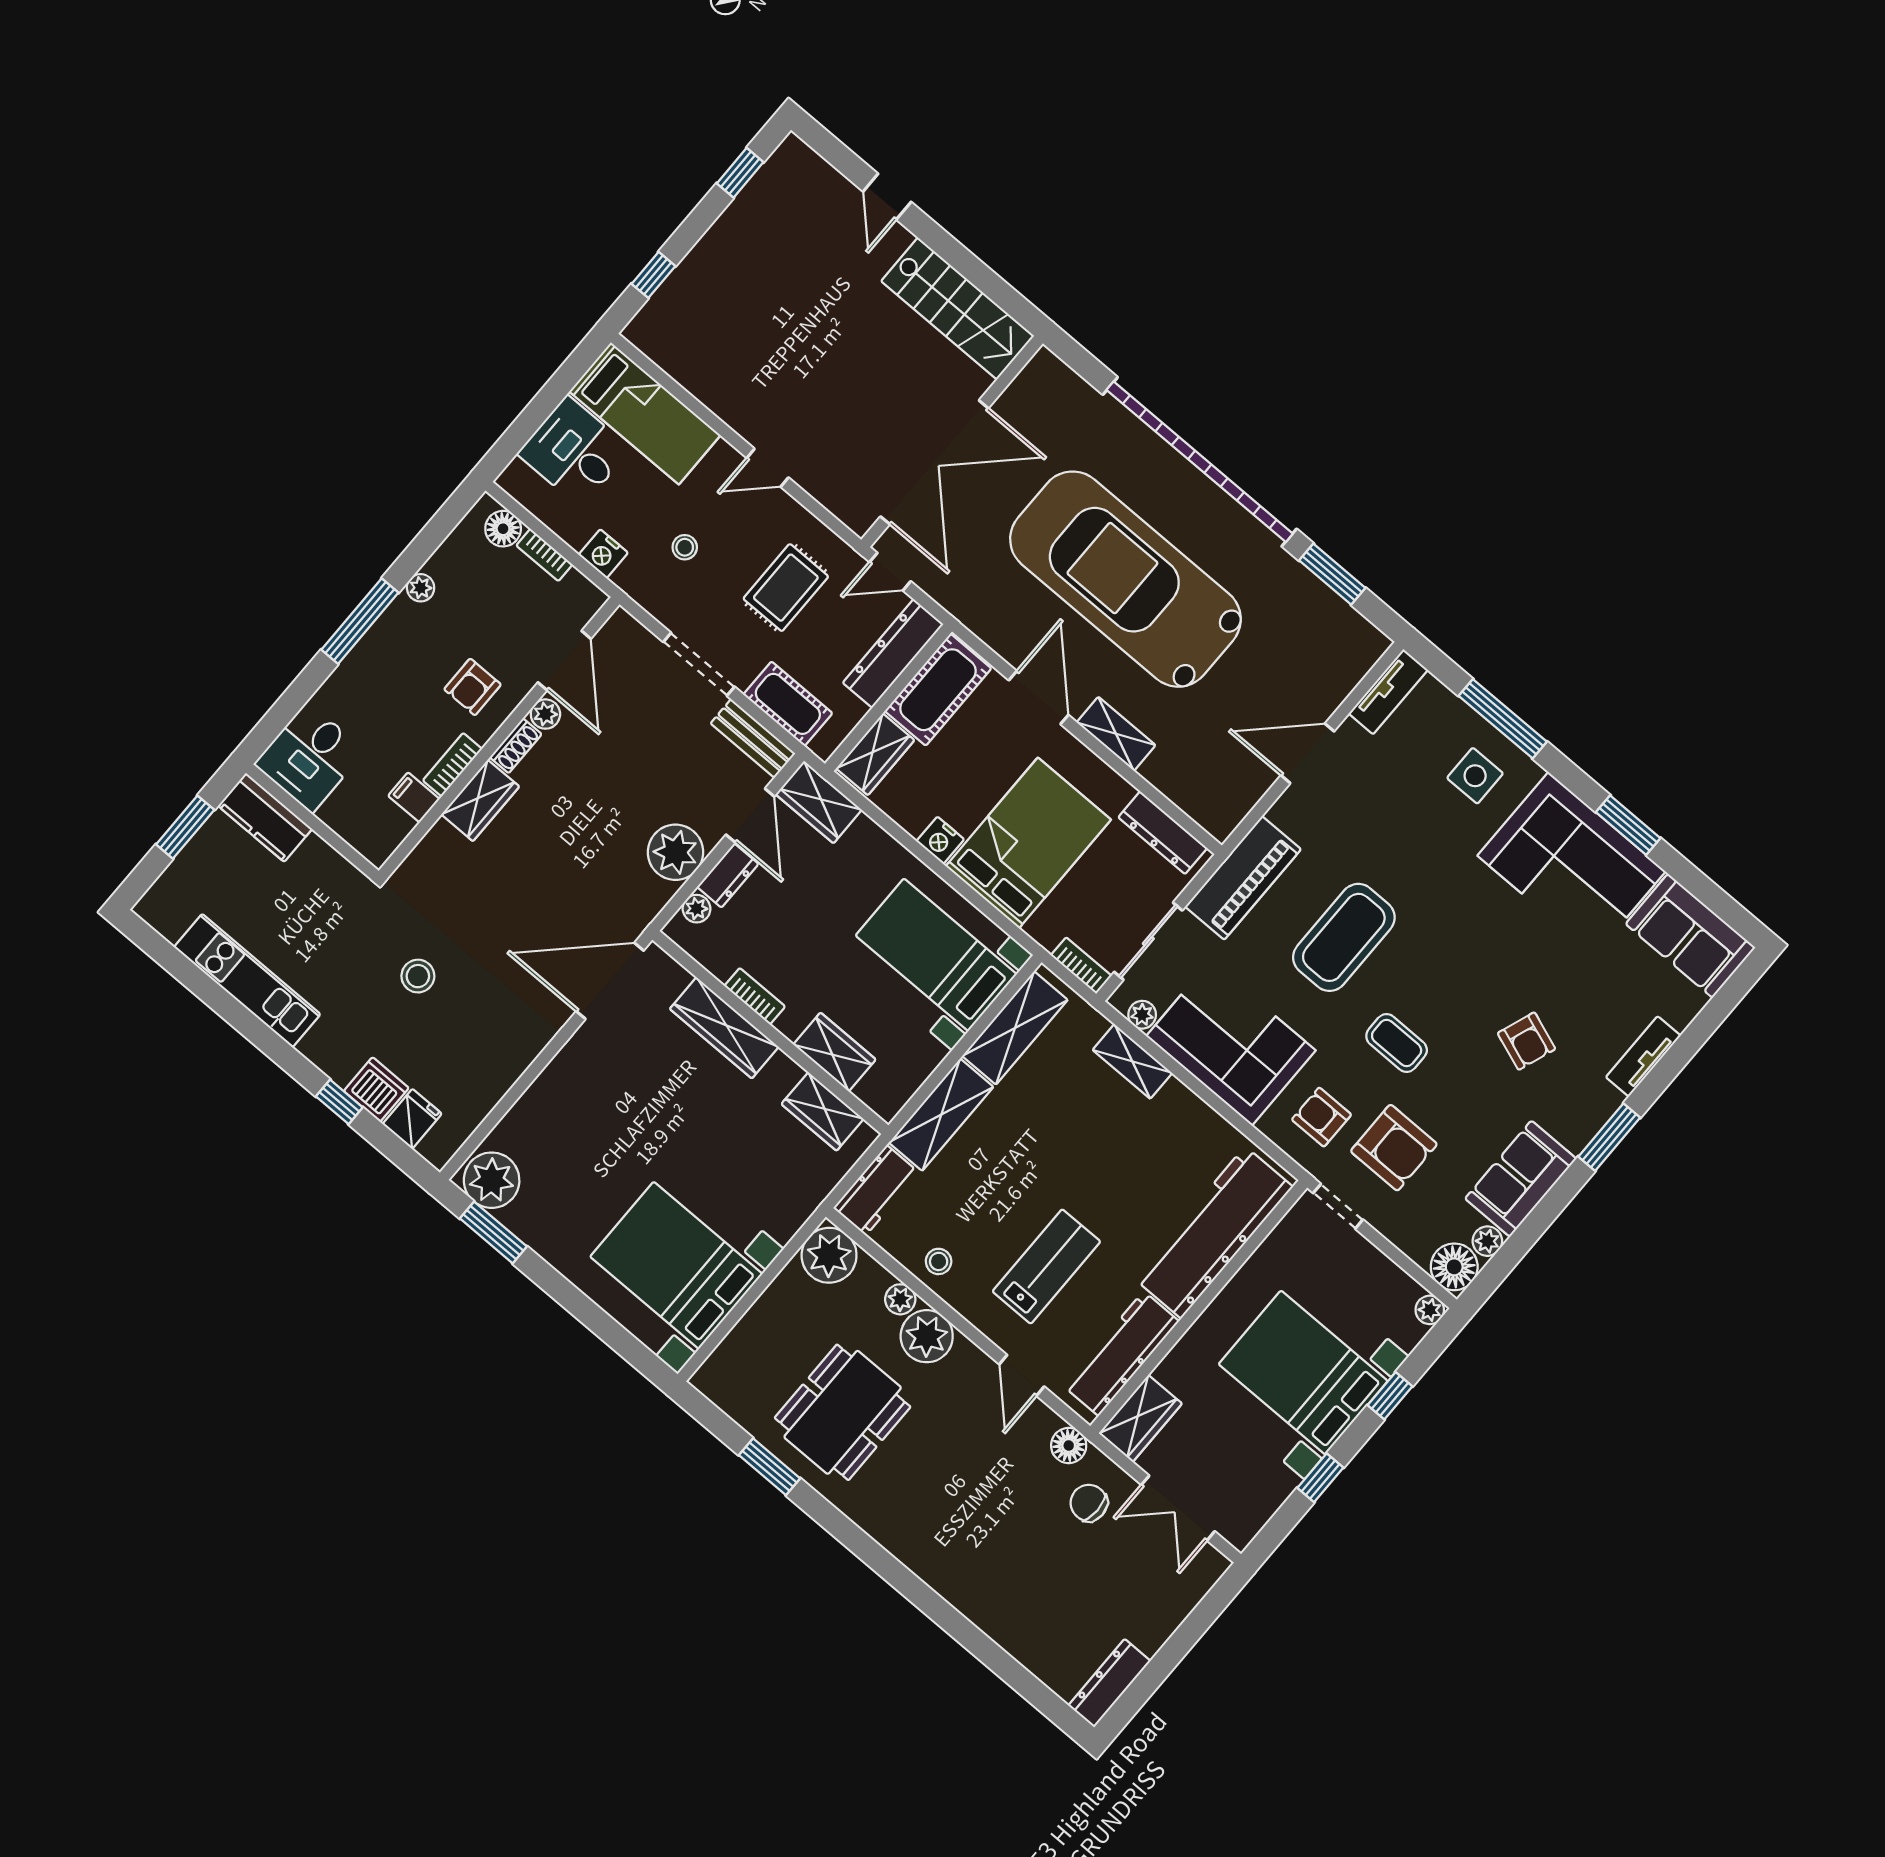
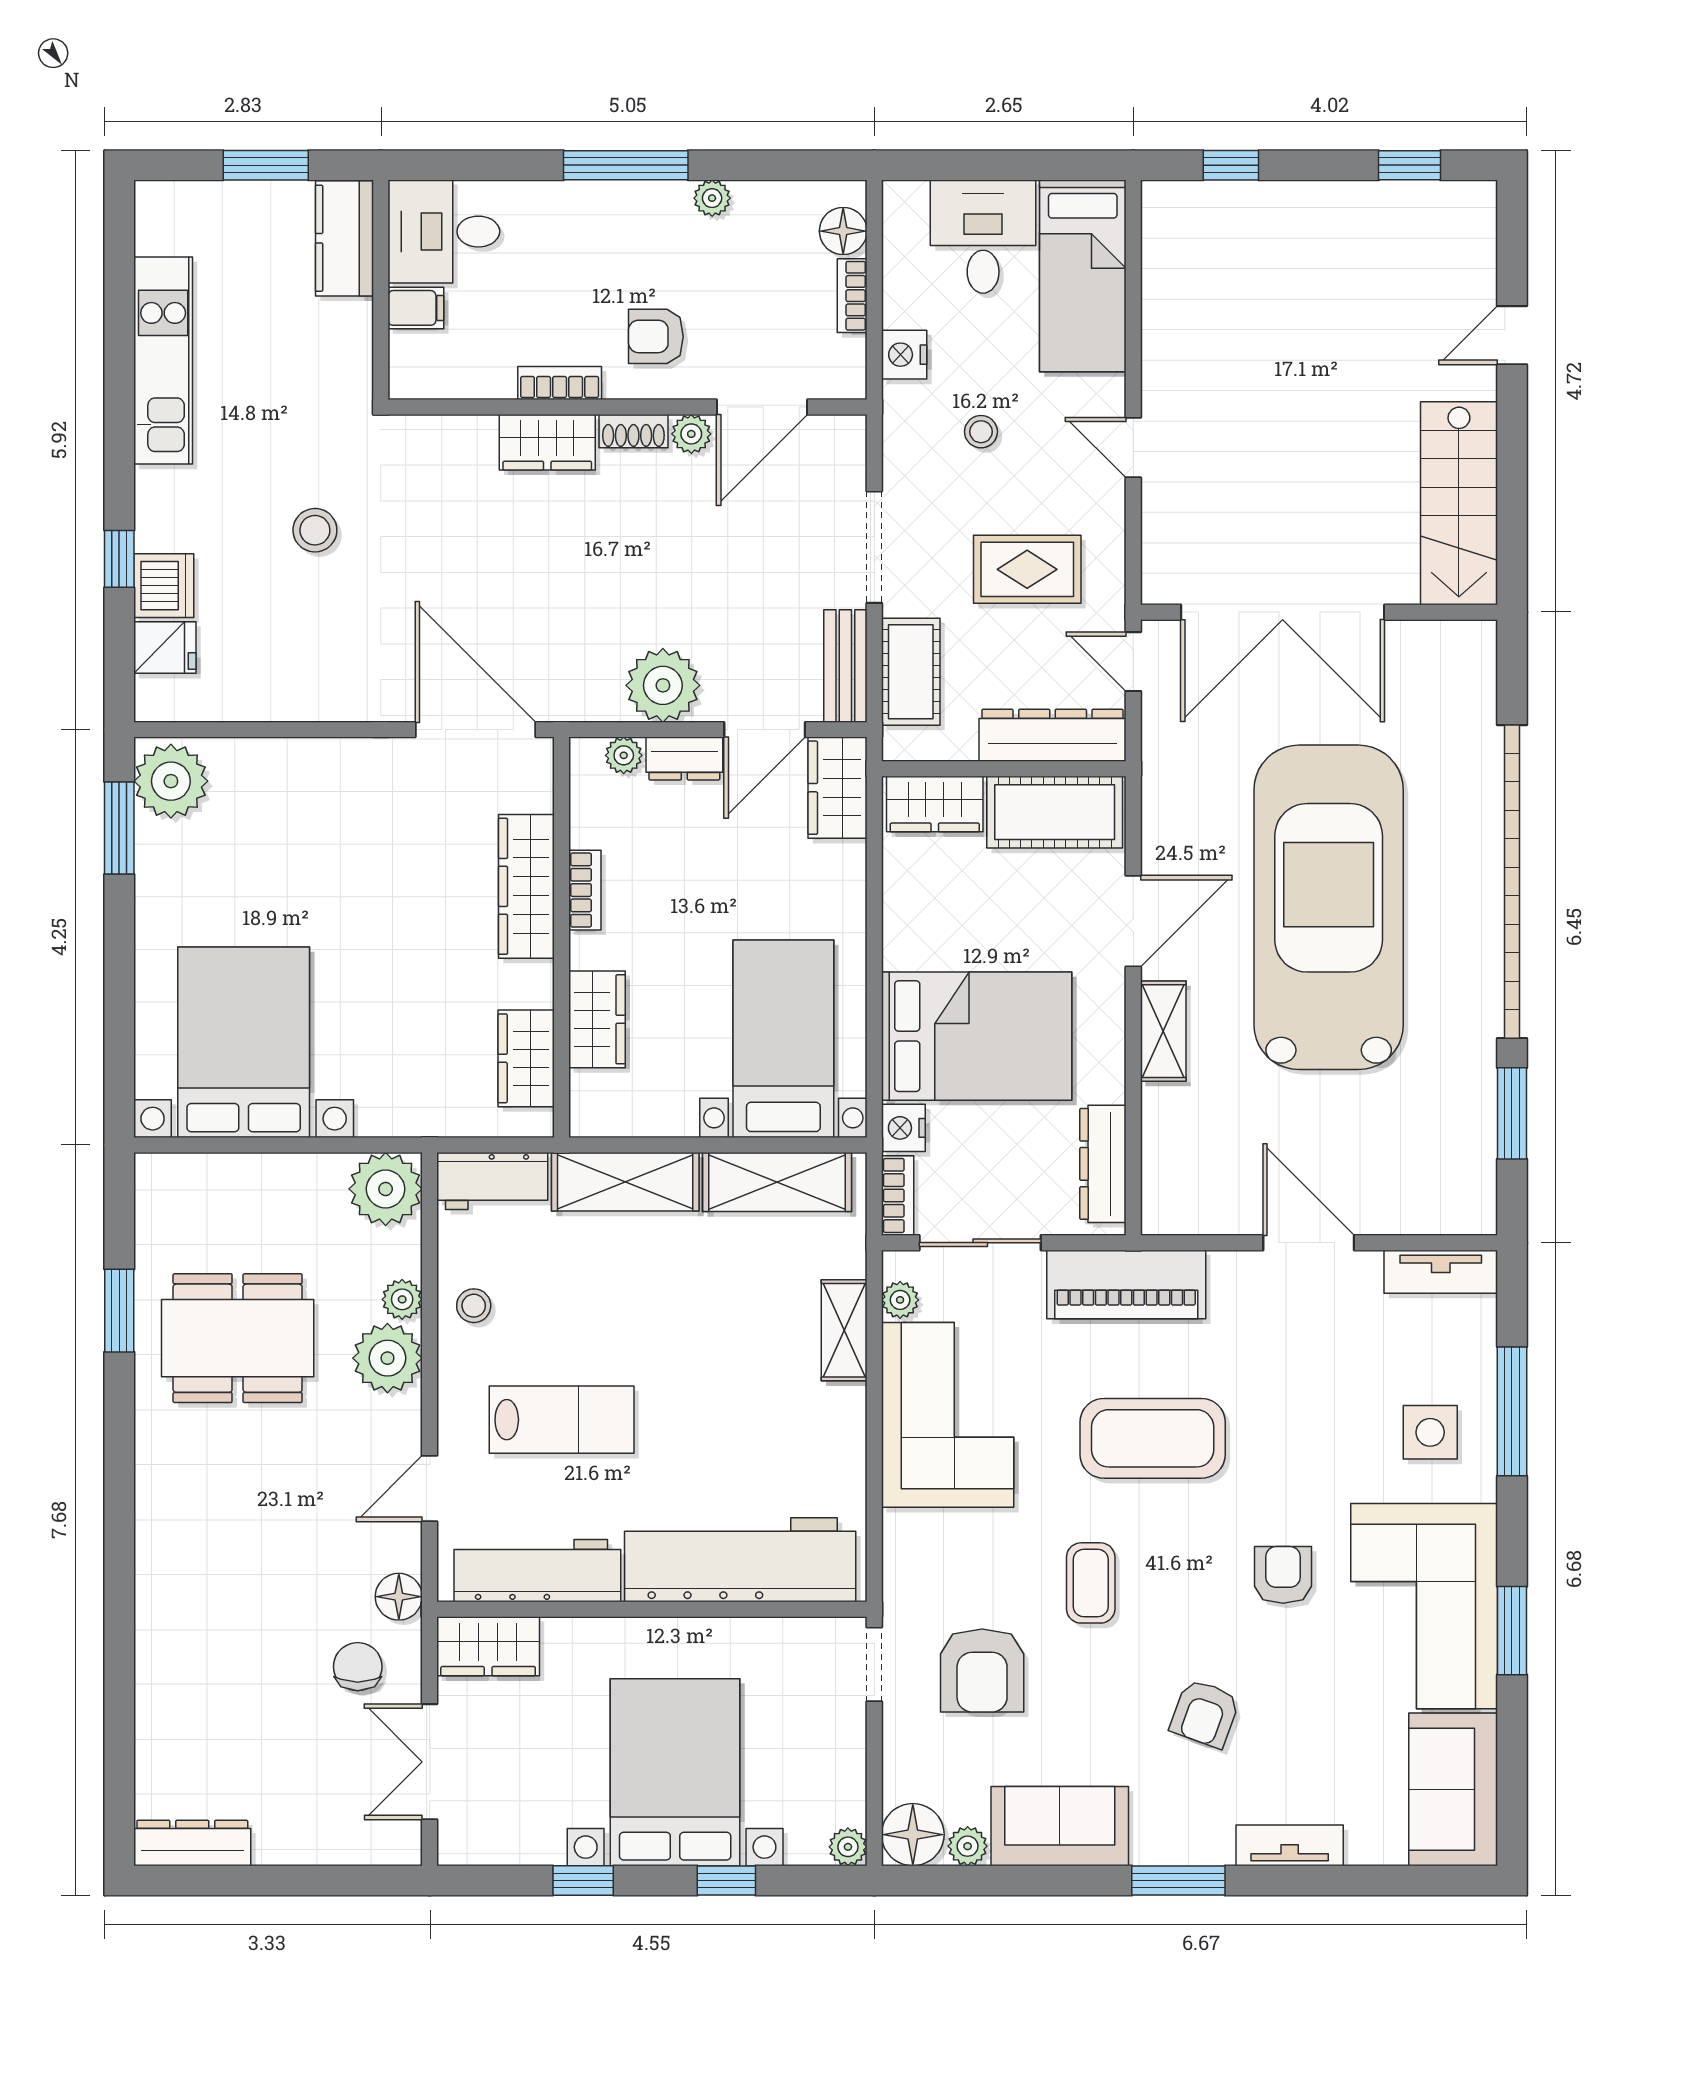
filing cabinet: (414, 797) -> (416, 308), moved, turned 90
nightstand: (940, 840) -> (903, 1128), moved
armchair: (1322, 1117) -> (1283, 1575), moved

